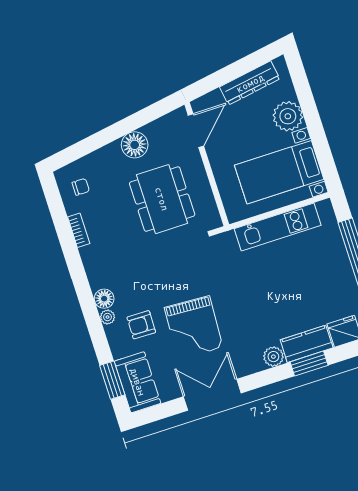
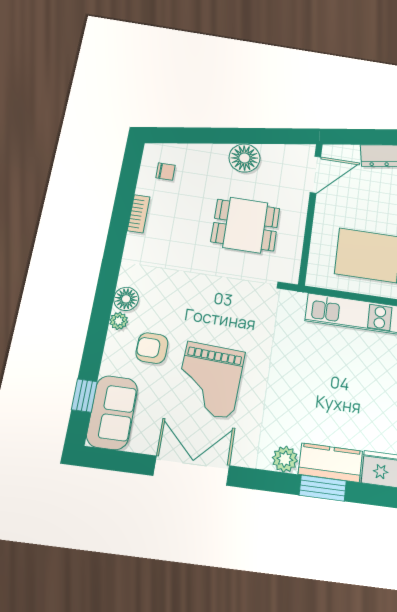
dining table: (162, 199) -> (245, 225), width x0.73
window: (112, 380) -> (84, 396), width x0.67

